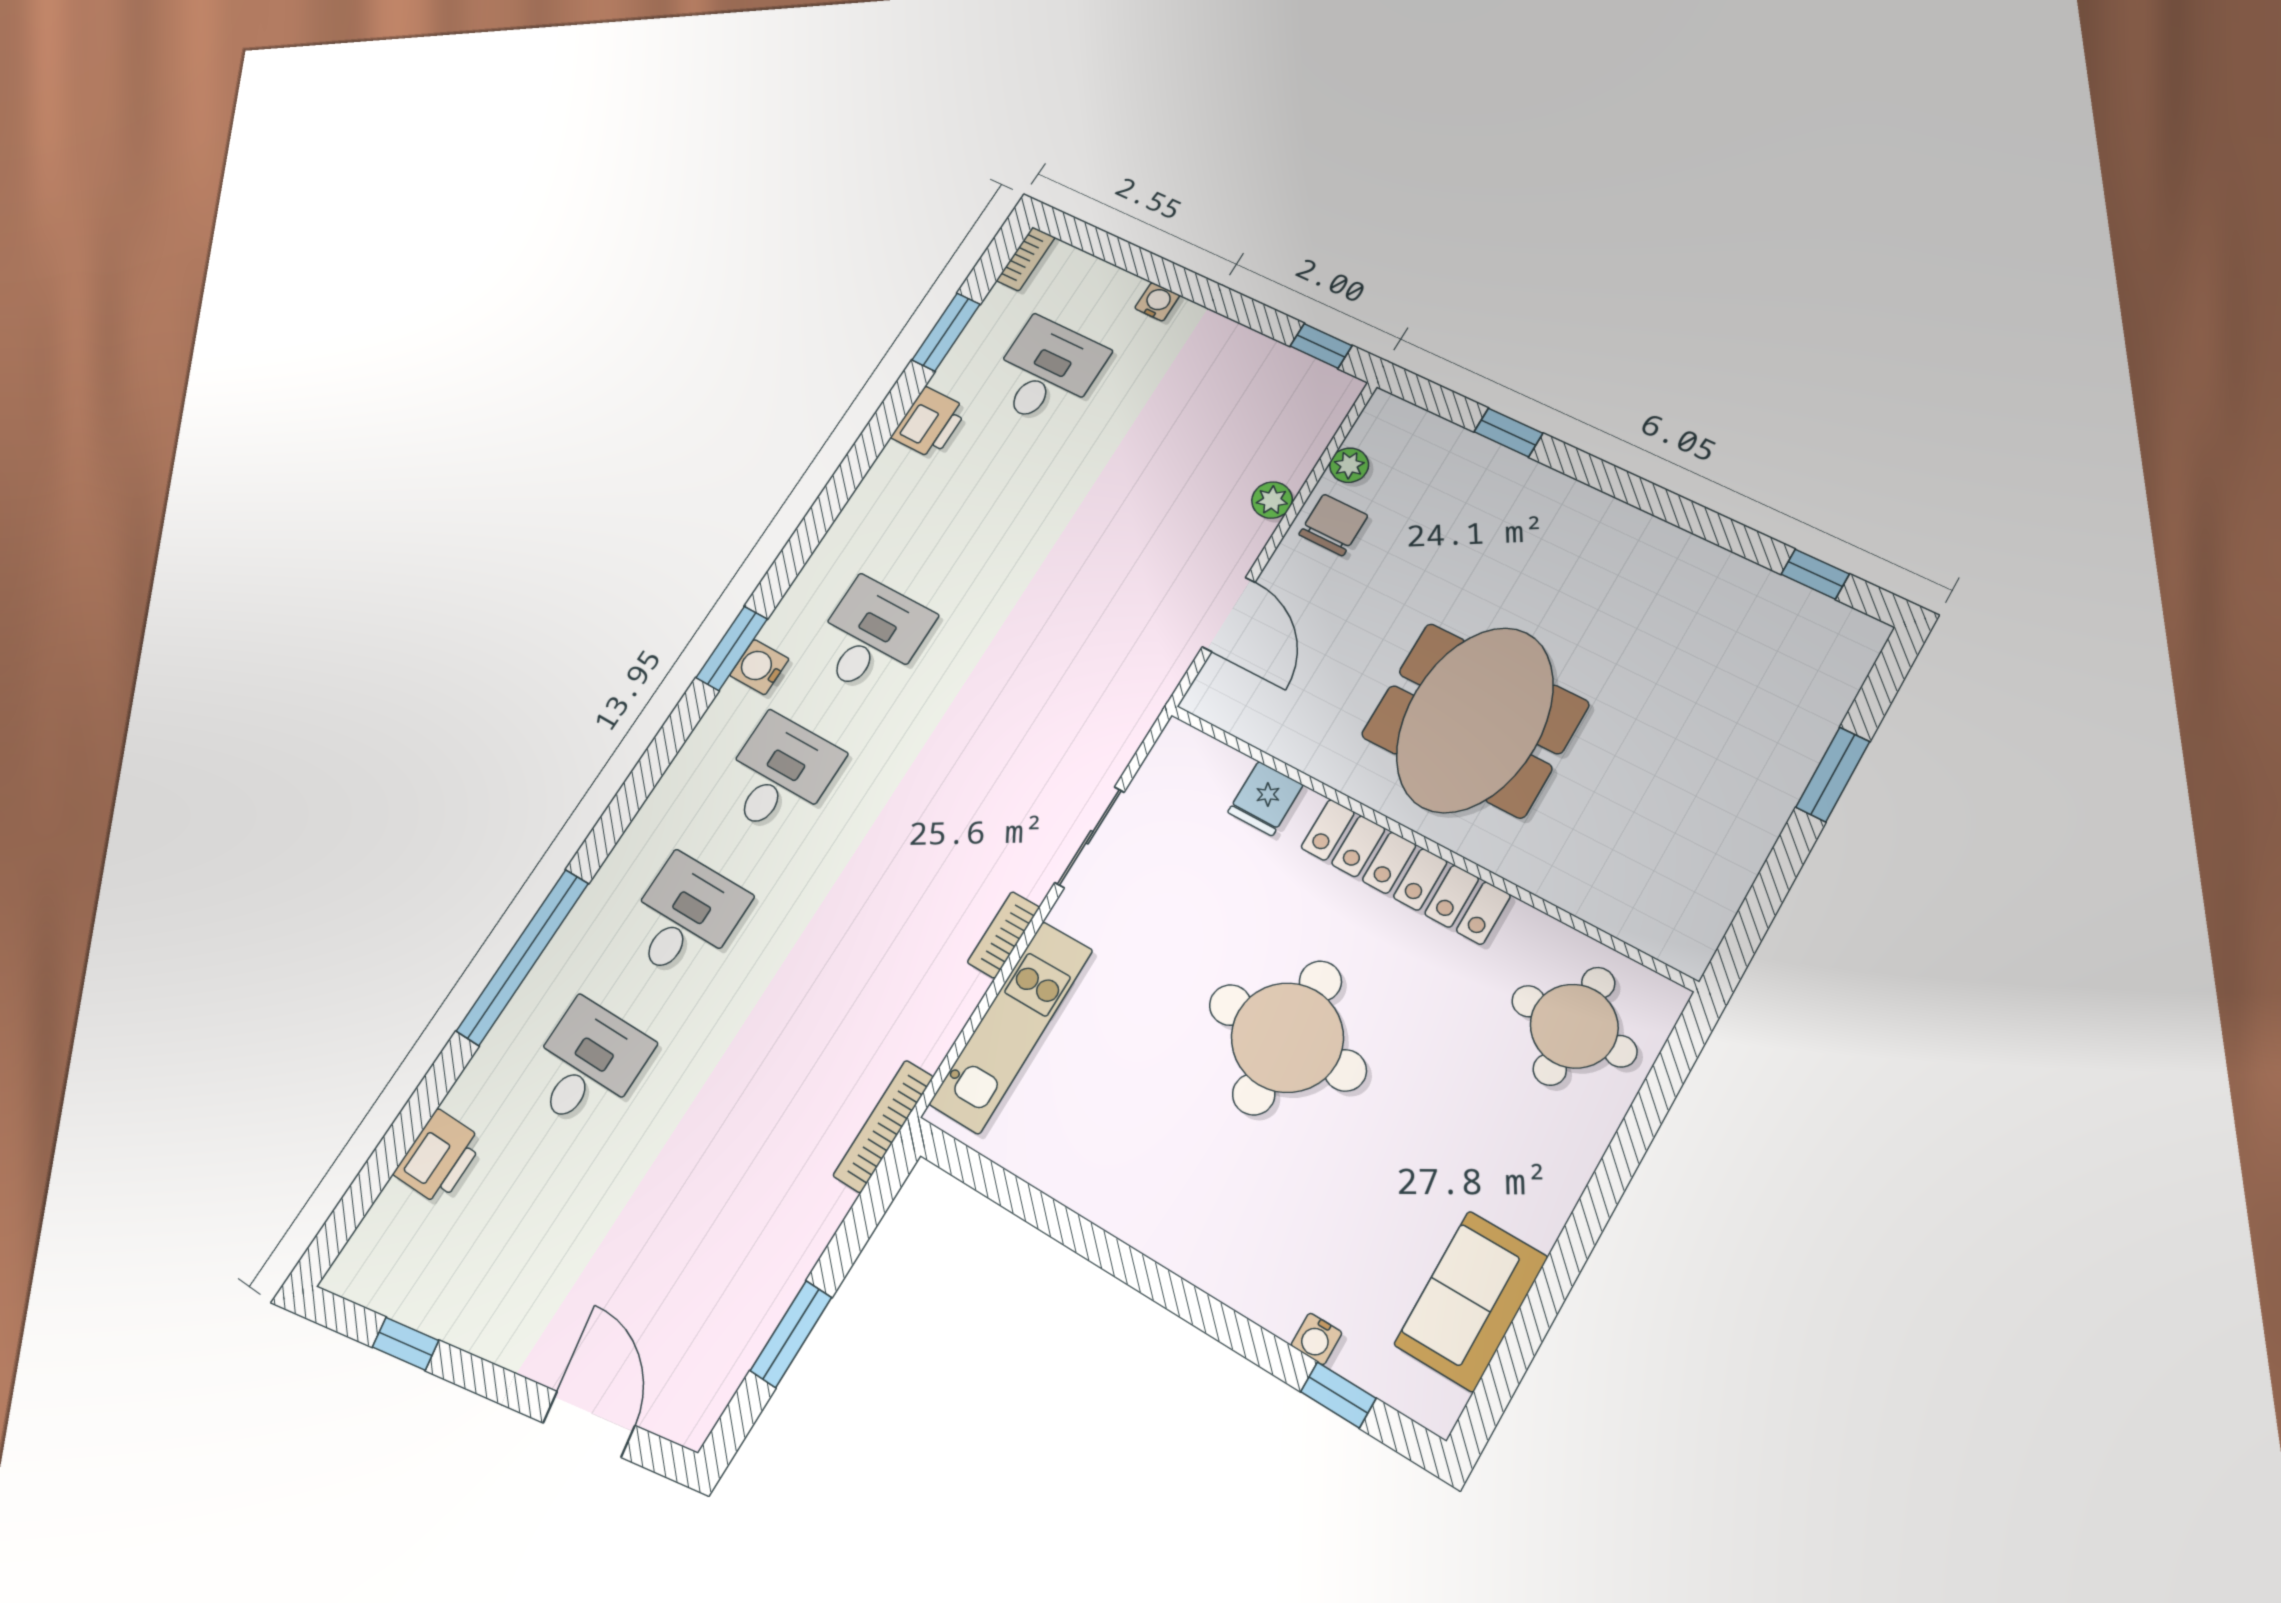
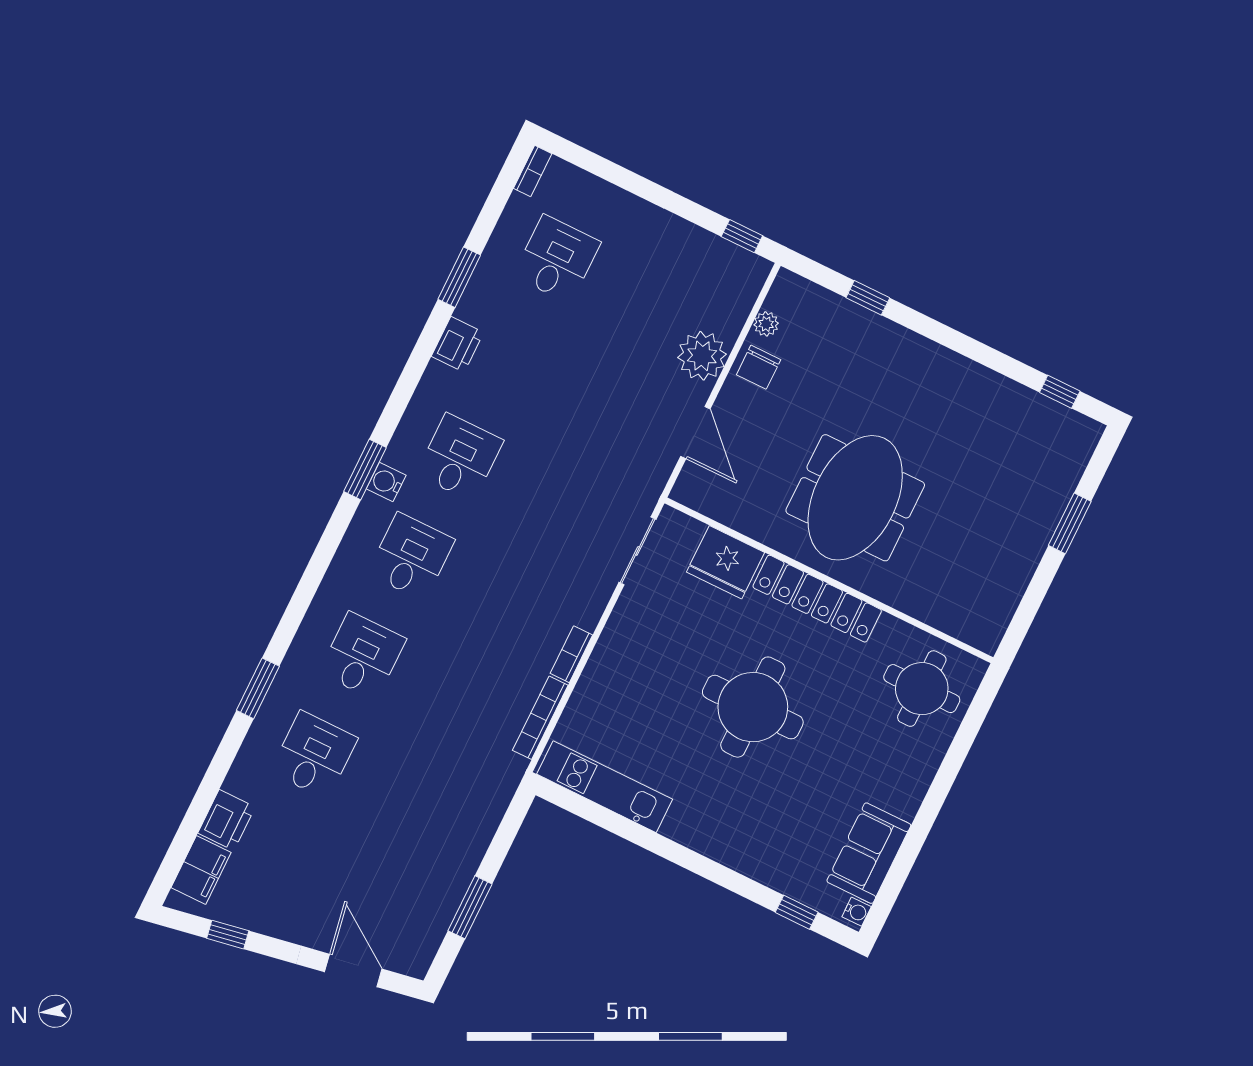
water cooler: (1157, 302) -> (628, 204), removed
window: (946, 332) -> (459, 277), moved
printer: (930, 423) -> (458, 344), moved
plant: (1272, 500) -> (702, 356), width x1.88, depth x1.88
chair: (1333, 525) -> (759, 367), turned 180
fridge: (1265, 799) -> (725, 562), width x1.88, depth x1.34
sliding door: (1089, 837) -> (637, 551), moved
window: (523, 957) -> (258, 688), width x0.47
kitchen unit: (1011, 1027) -> (605, 787), moved, turned -90
bookcase: (883, 1126) -> (540, 718), moved
filing cabinet: (386, 1234) -> (201, 870), added
water cooler: (1316, 1339) -> (857, 912), moved, turned -90

